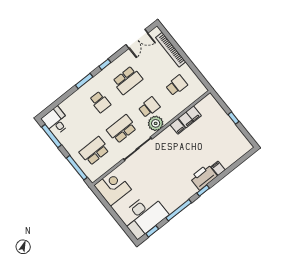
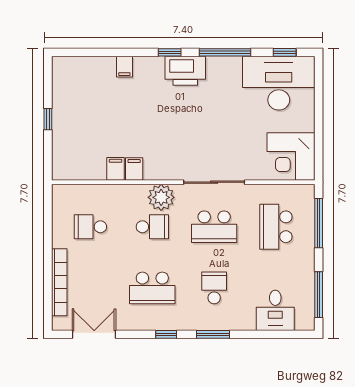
school desk: (127, 80) -> (152, 288), turned 180
school desk: (149, 107) -> (152, 227), turned 180
filing cabinet: (190, 117) -> (115, 169), width x0.50
desk: (56, 121) -> (275, 310), moved
school desk: (94, 151) -> (276, 227), turned 90
printer: (204, 177) -> (185, 71), moved

